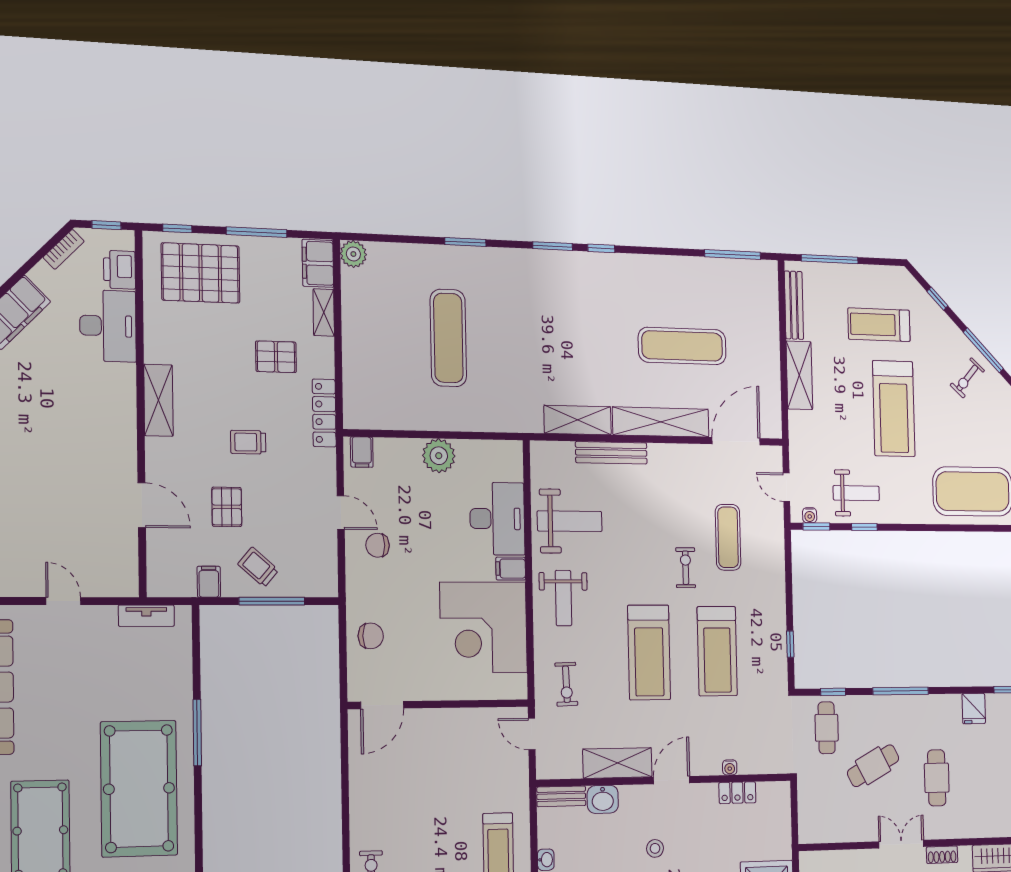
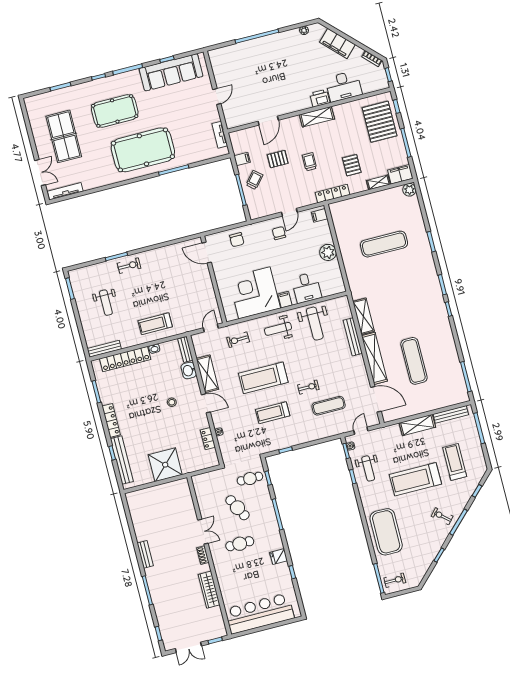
printer: (119, 270) -> (320, 98), moved
desk: (497, 519) -> (306, 288), width x0.73
treadmill: (717, 651) -> (273, 413), width x0.73, depth x0.73

